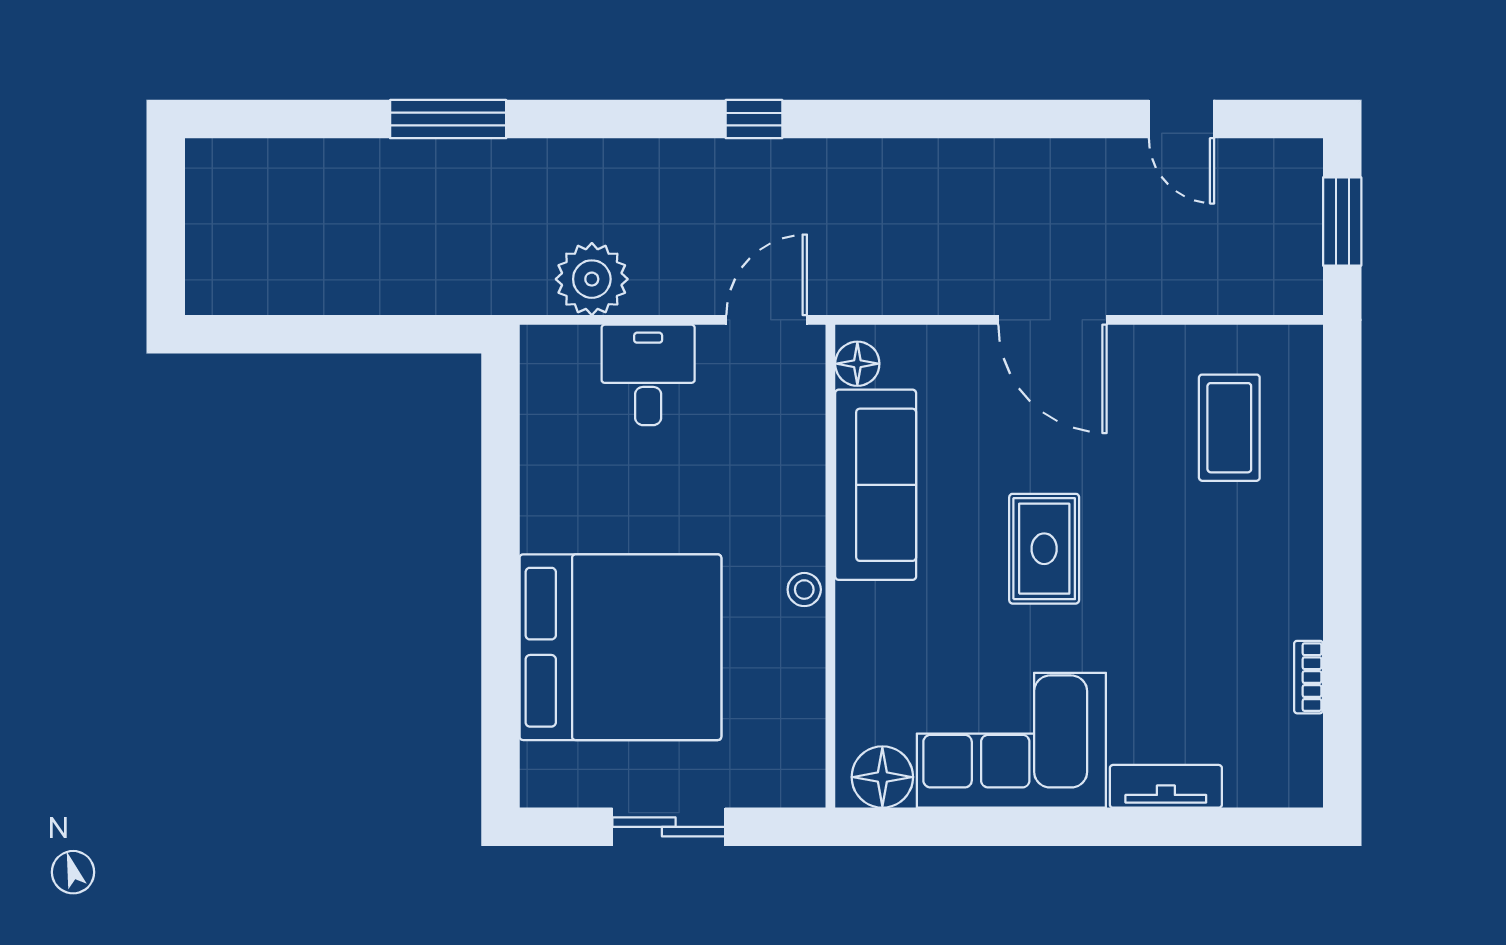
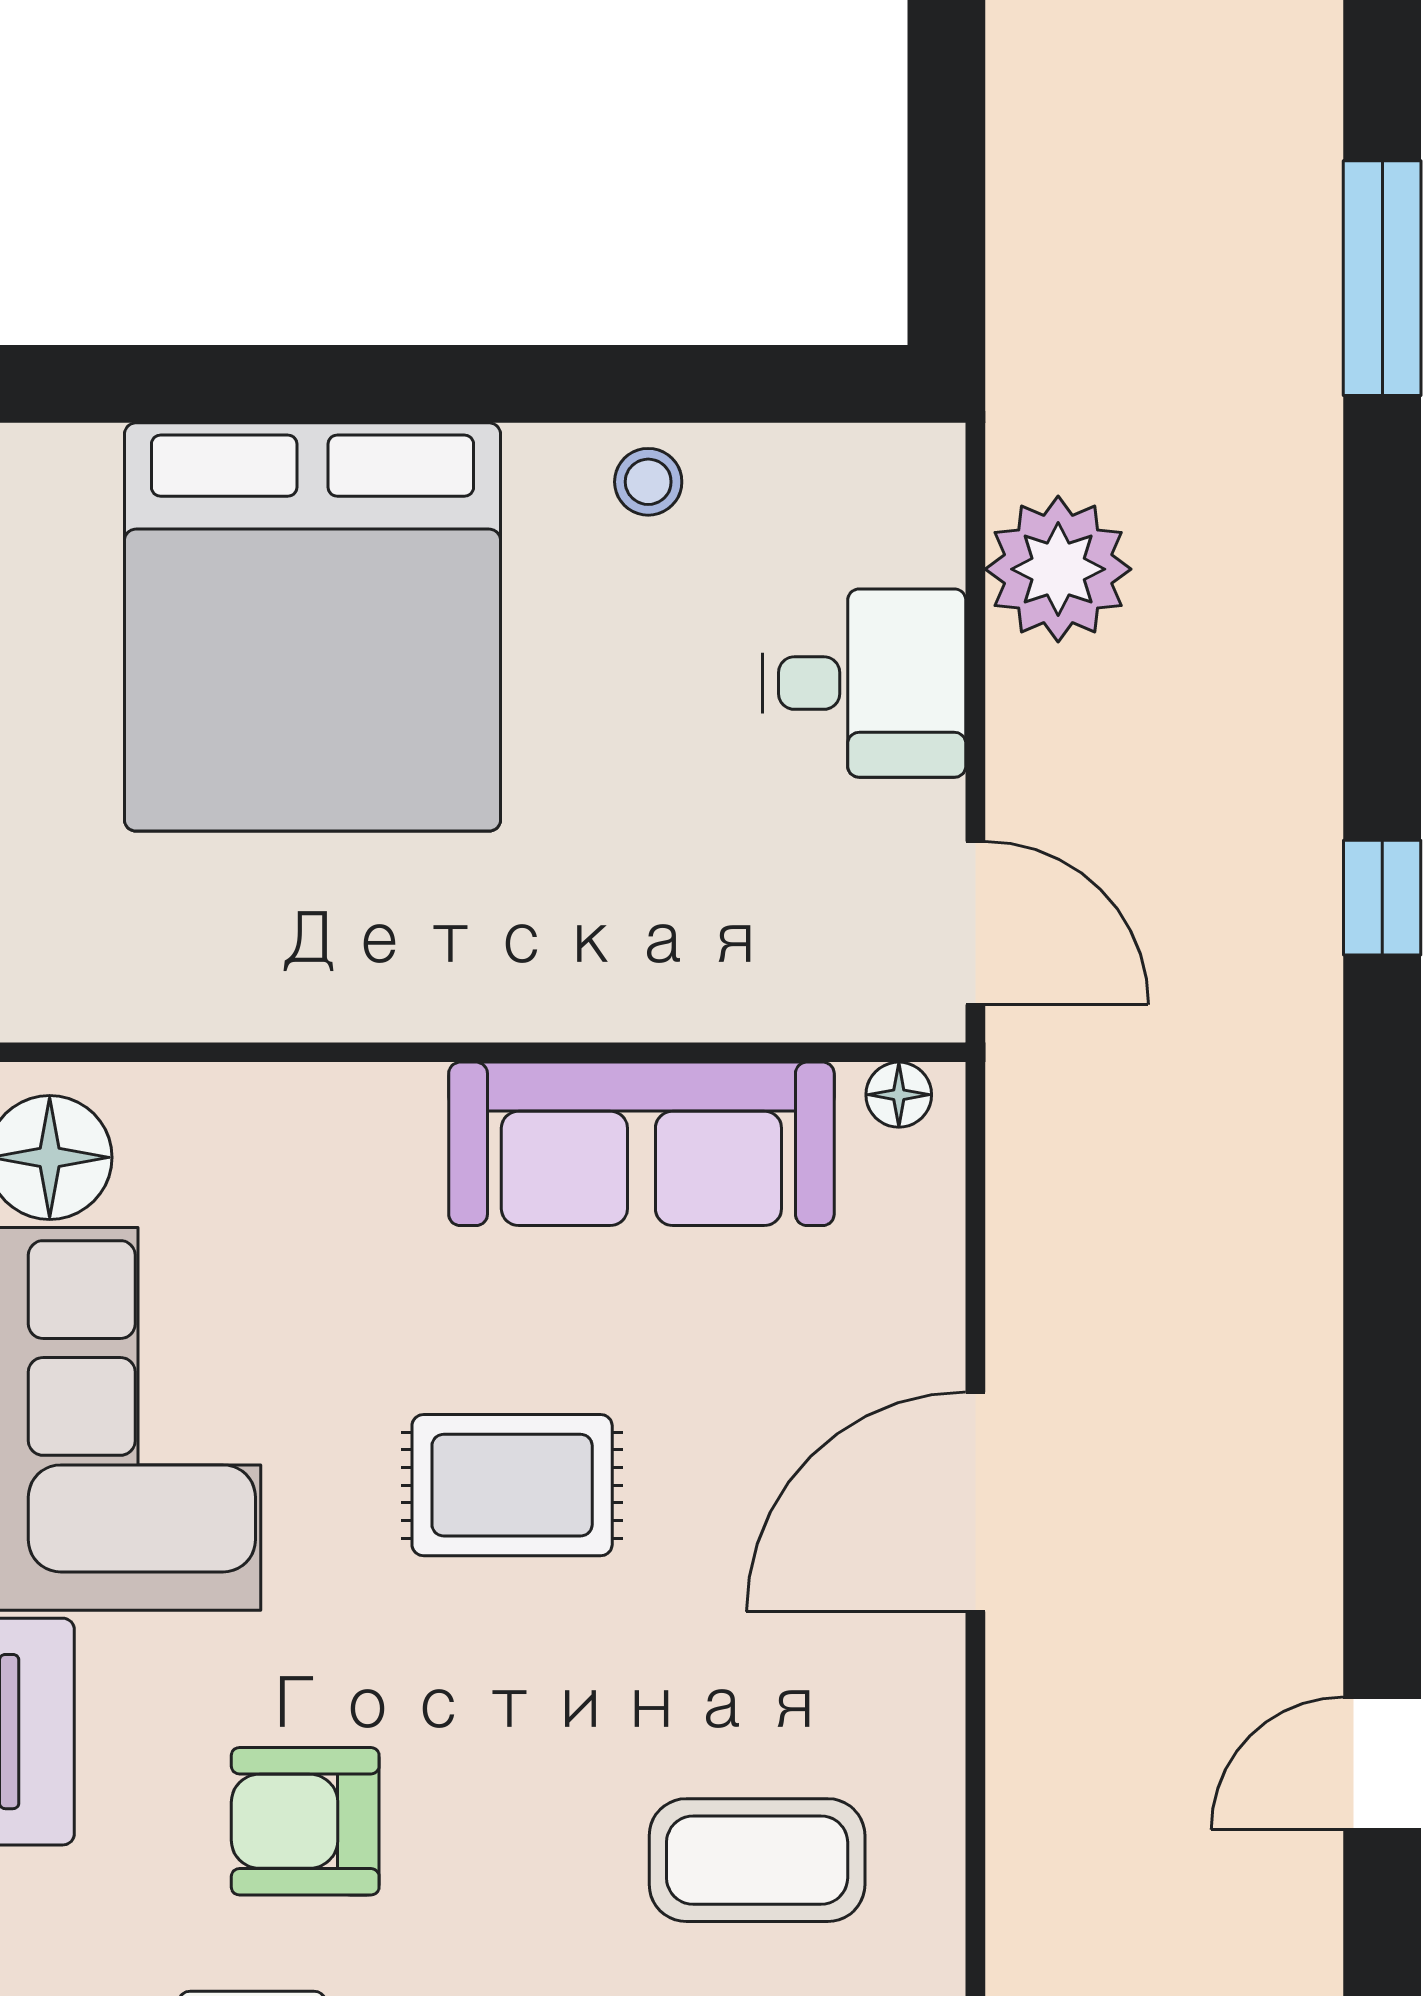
floor lamp: (857, 364) -> (899, 1095), width x0.73, depth x0.73
stool: (804, 590) -> (648, 482), moved
armchair: (1210, 651) -> (305, 1821), added

